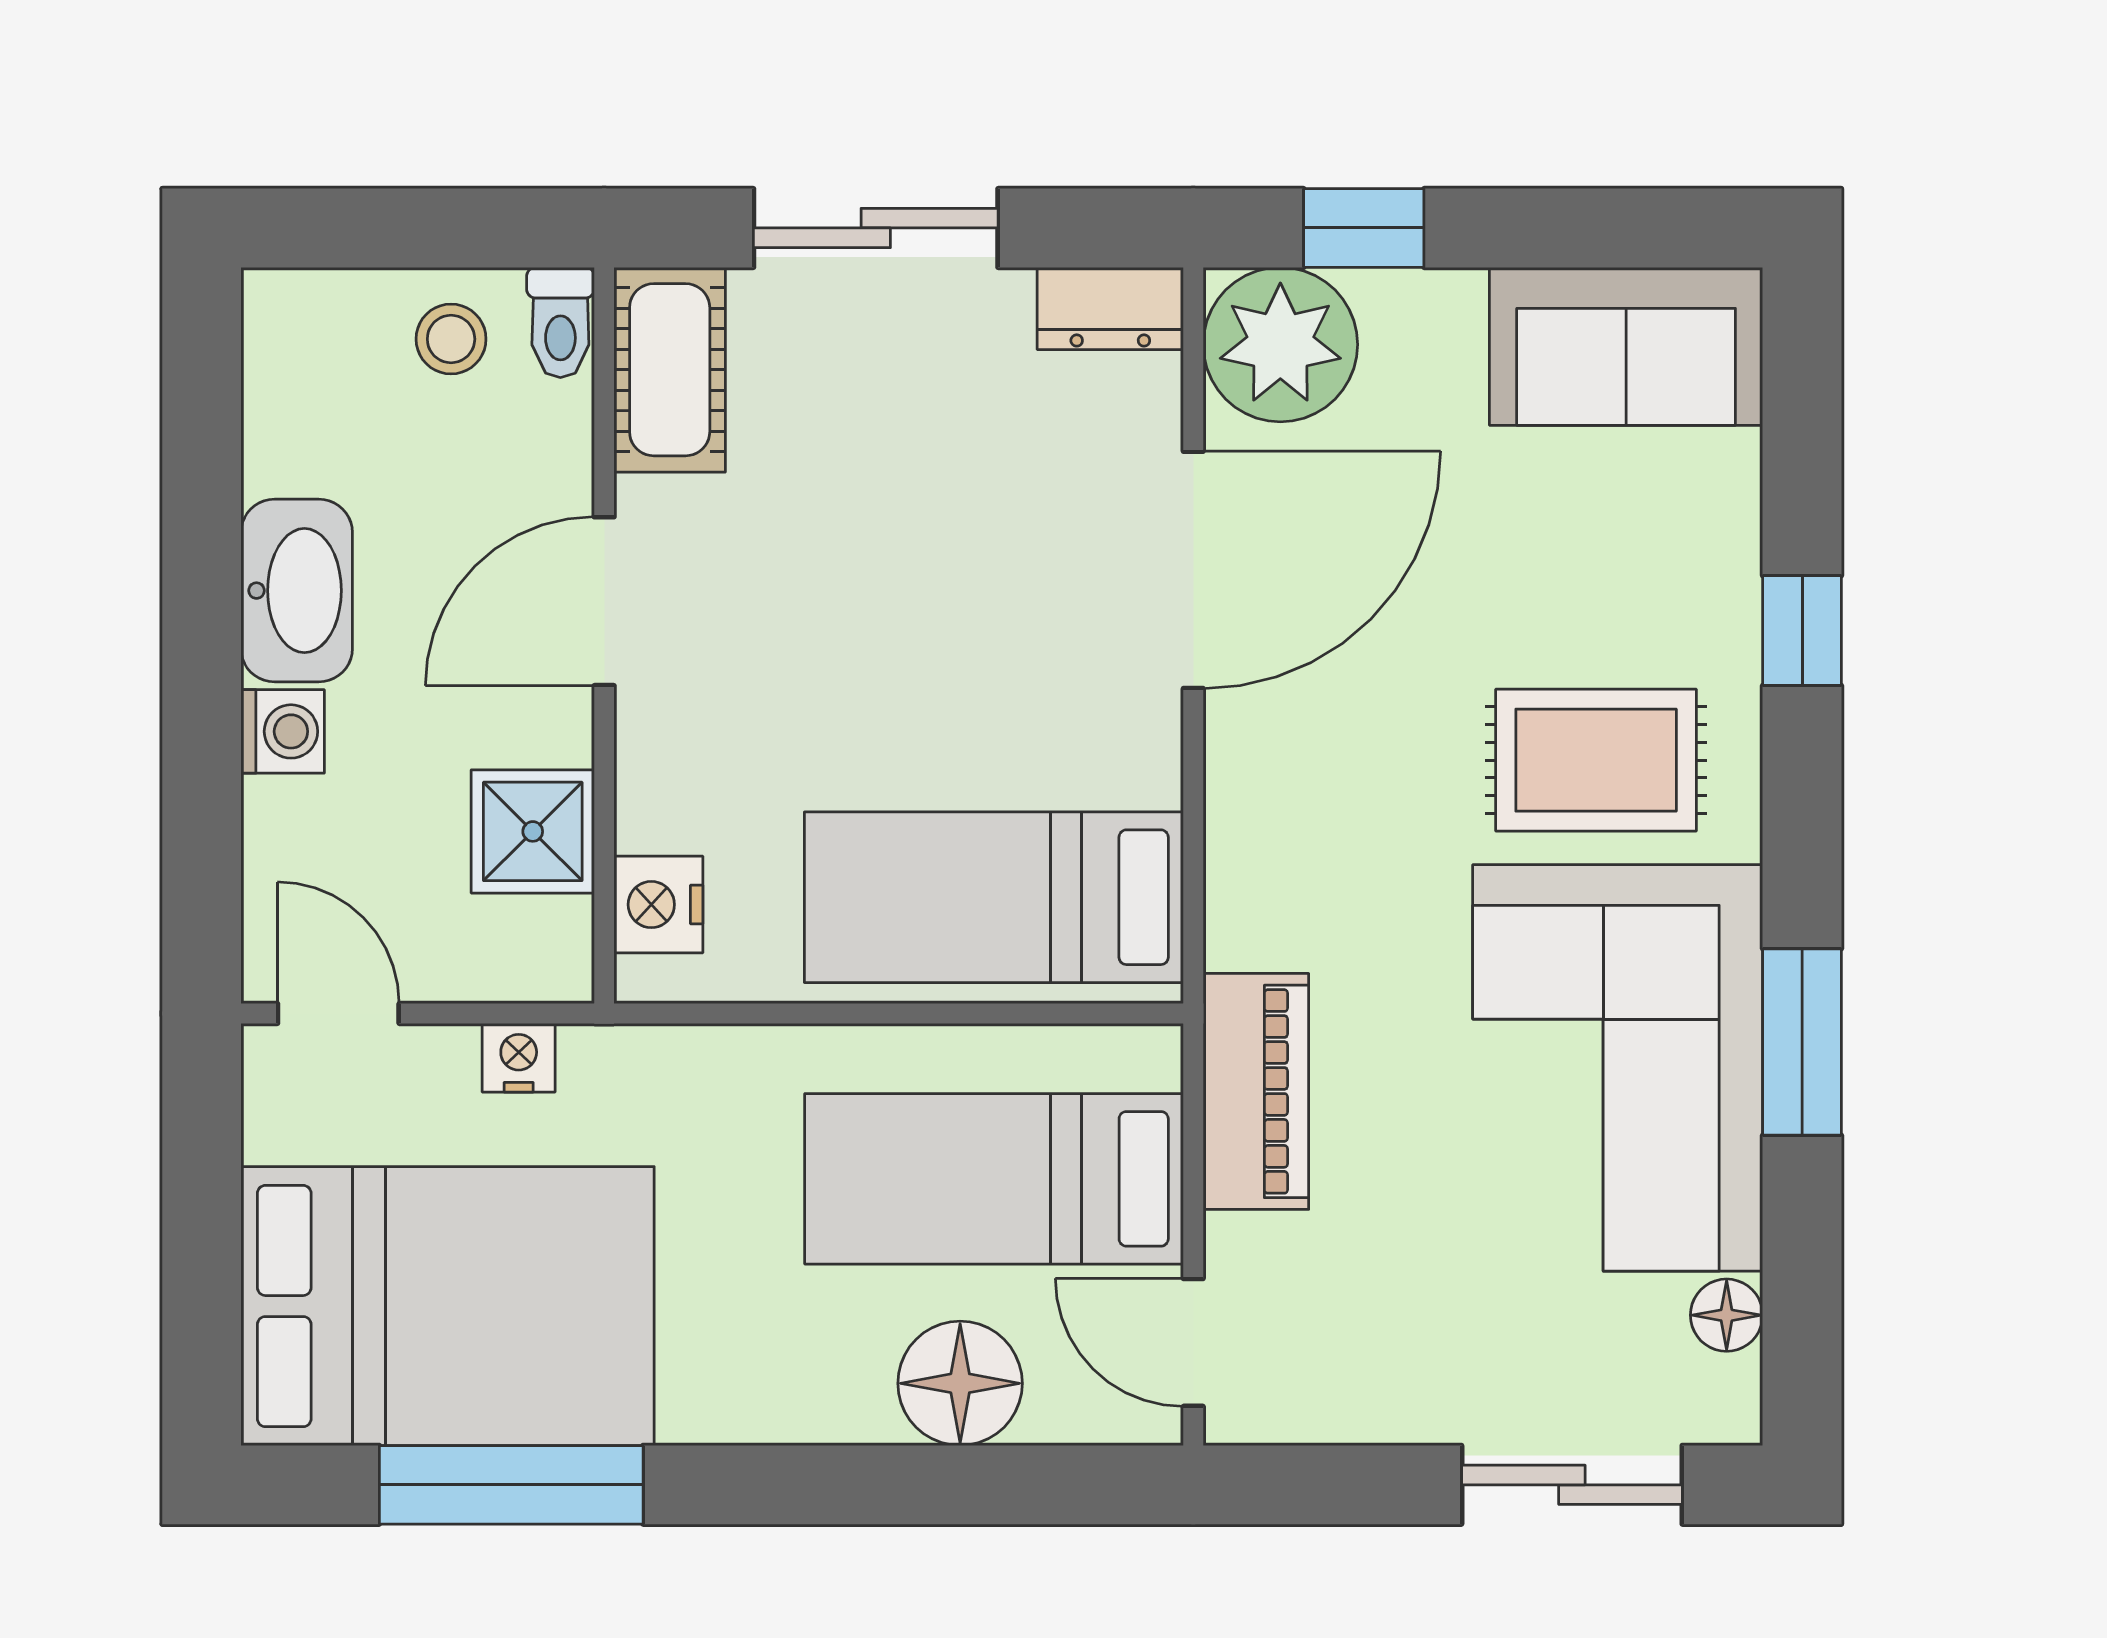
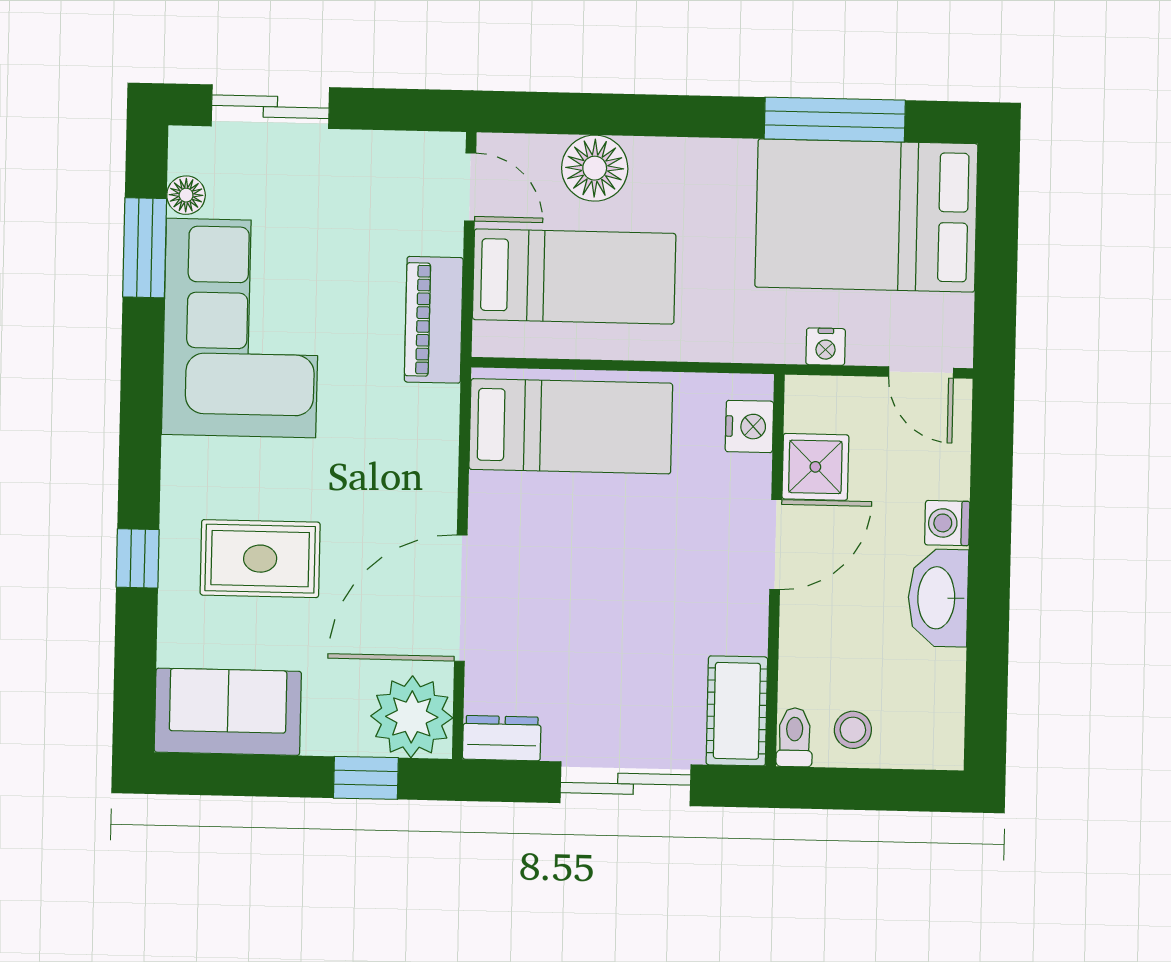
door: (604, 601) -> (776, 545), moved
rug: (1596, 760) -> (260, 559), moved
window: (1802, 1042) -> (145, 248), moved

